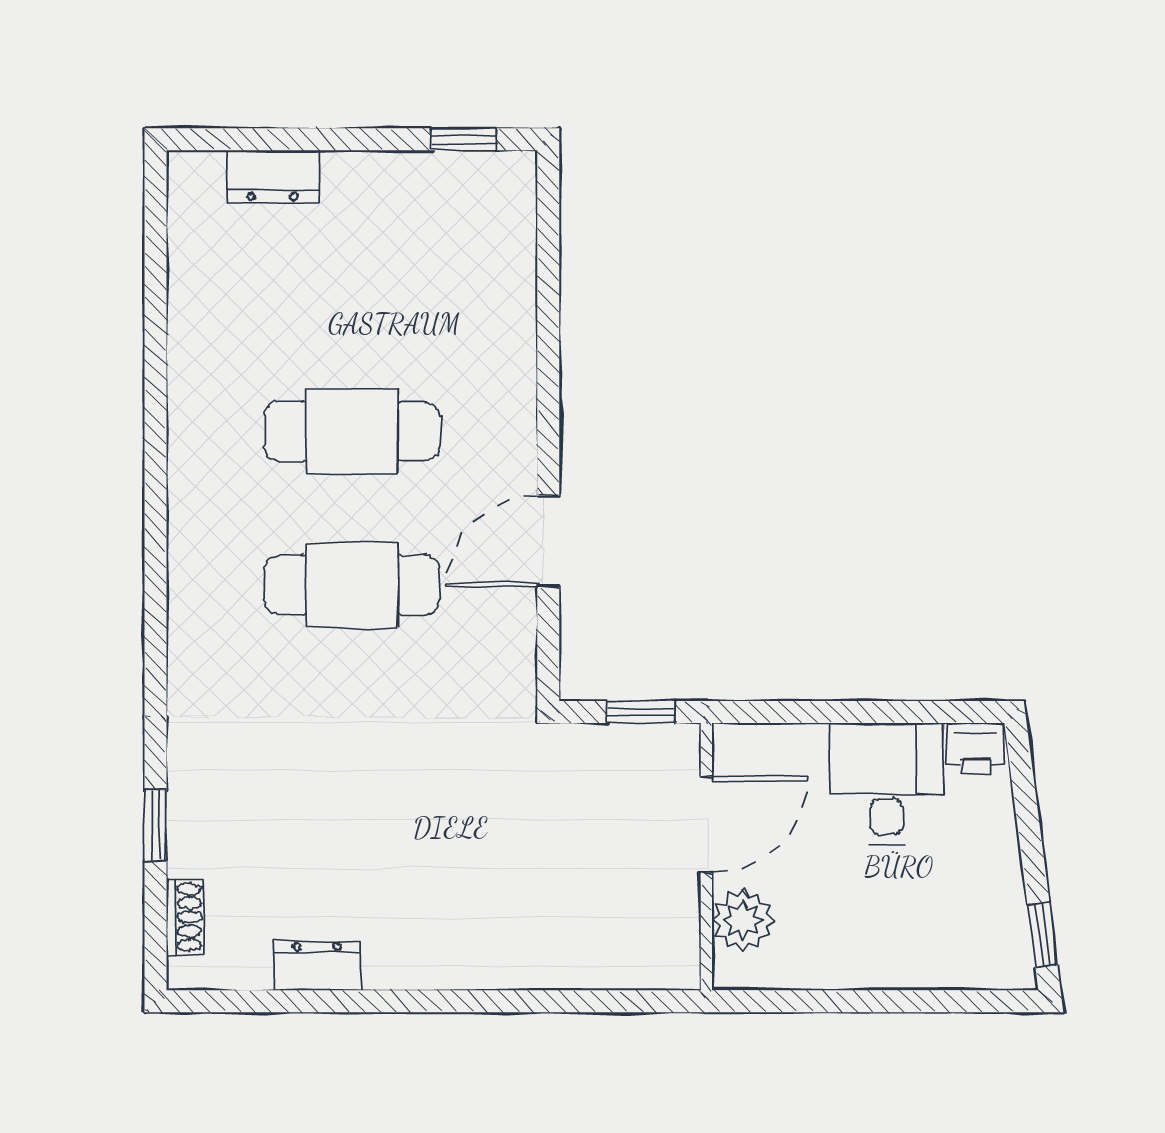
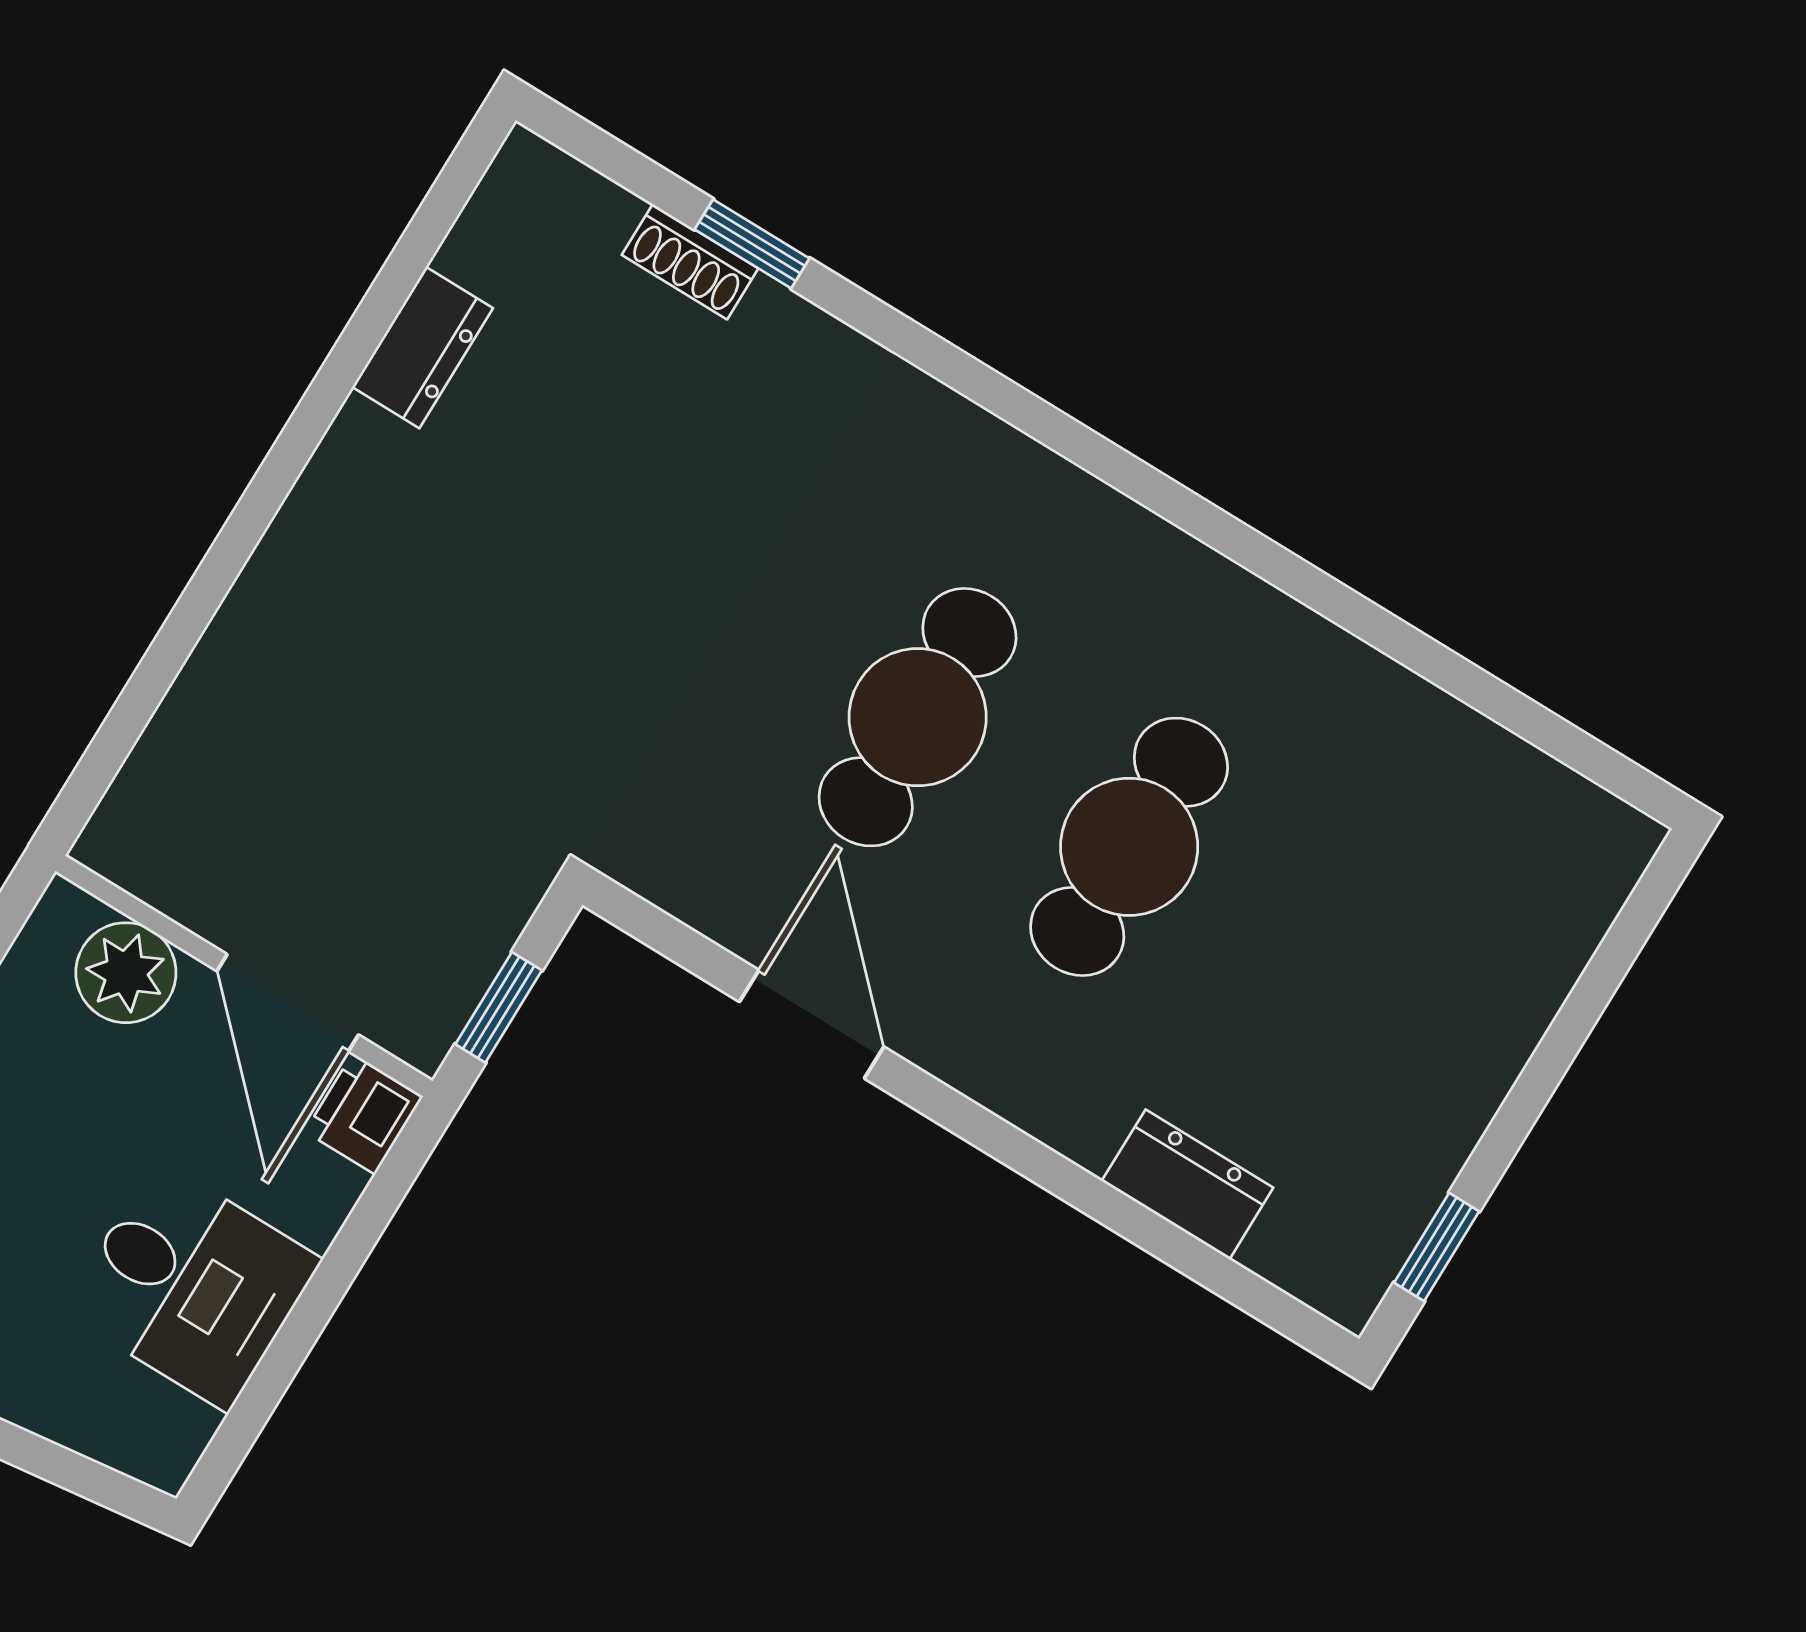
dresser: (273, 176) -> (1187, 1184), moved, turned 90
printer: (976, 749) -> (364, 1114), moved
shoe rack: (185, 917) -> (690, 262), moved

